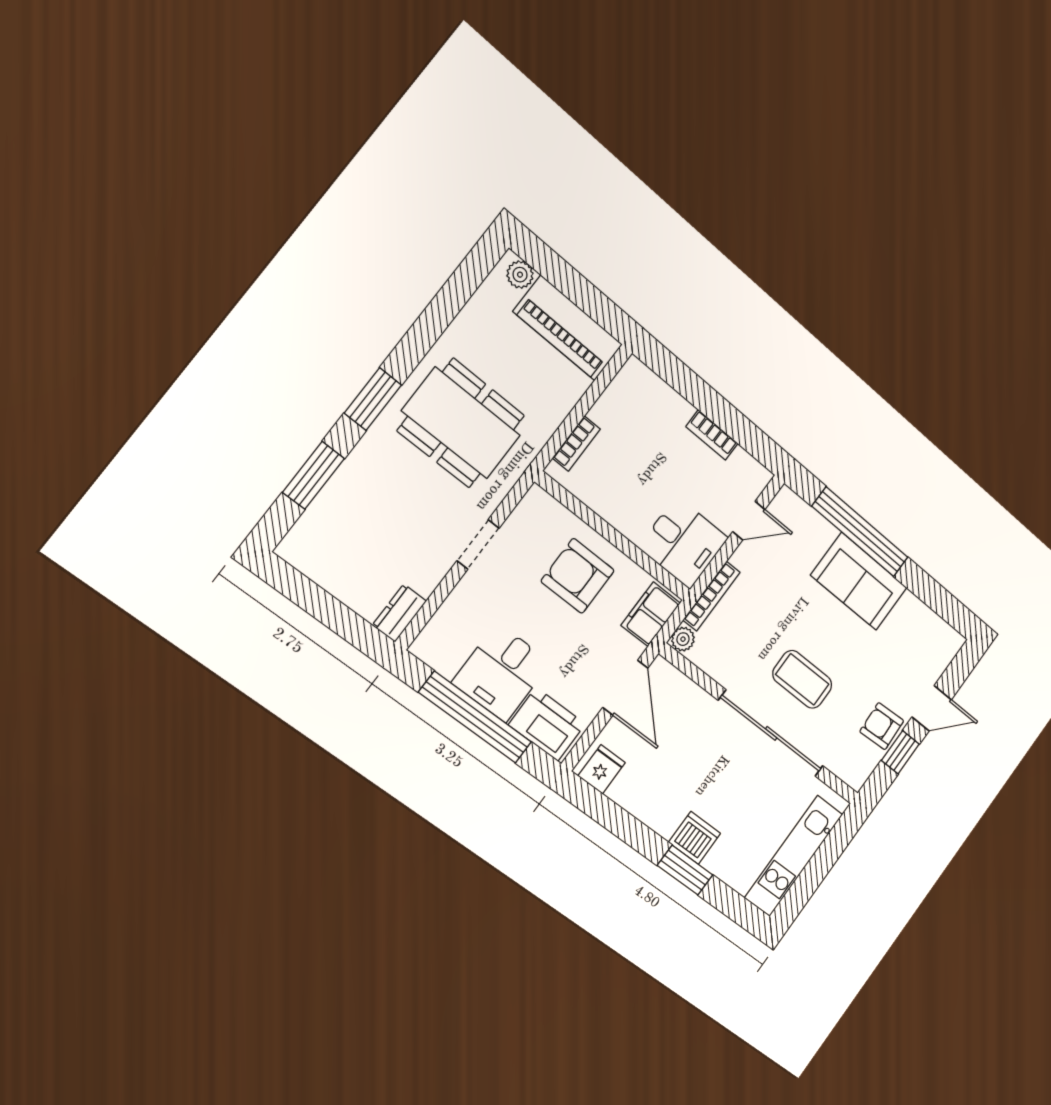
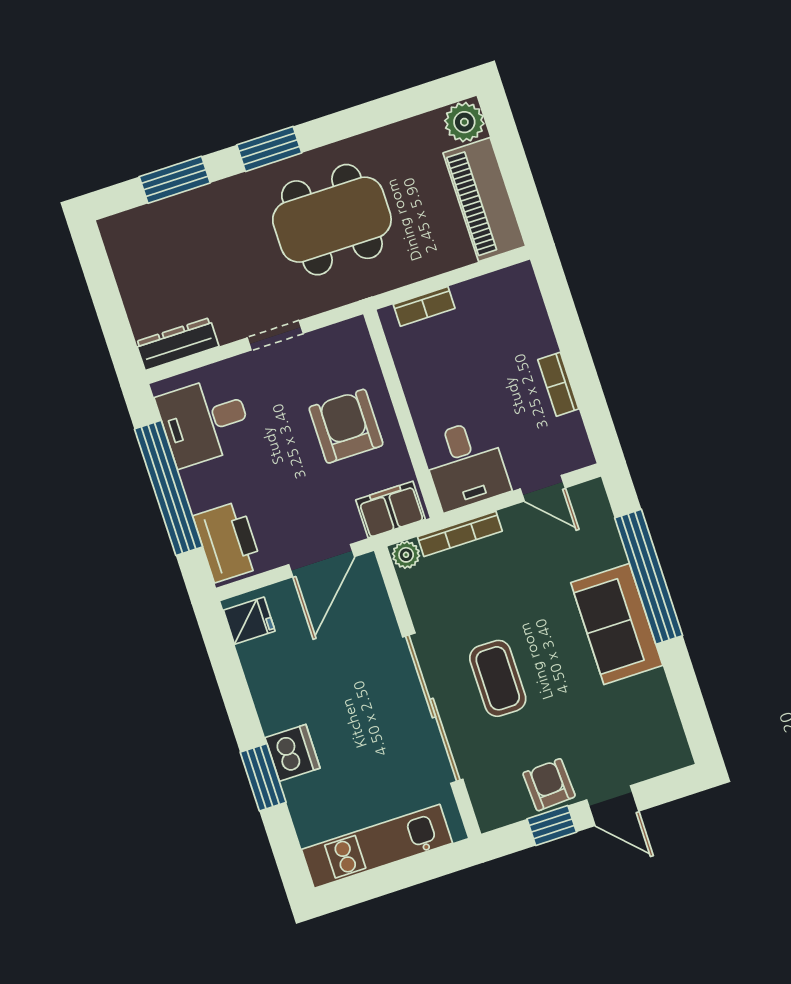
plant: (520, 275) -> (464, 122), width x1.38, depth x1.38
dining table: (461, 423) -> (332, 220), turned 90
dresser: (399, 613) -> (177, 344), width x1.44
desk: (501, 672) -> (205, 421), moved

